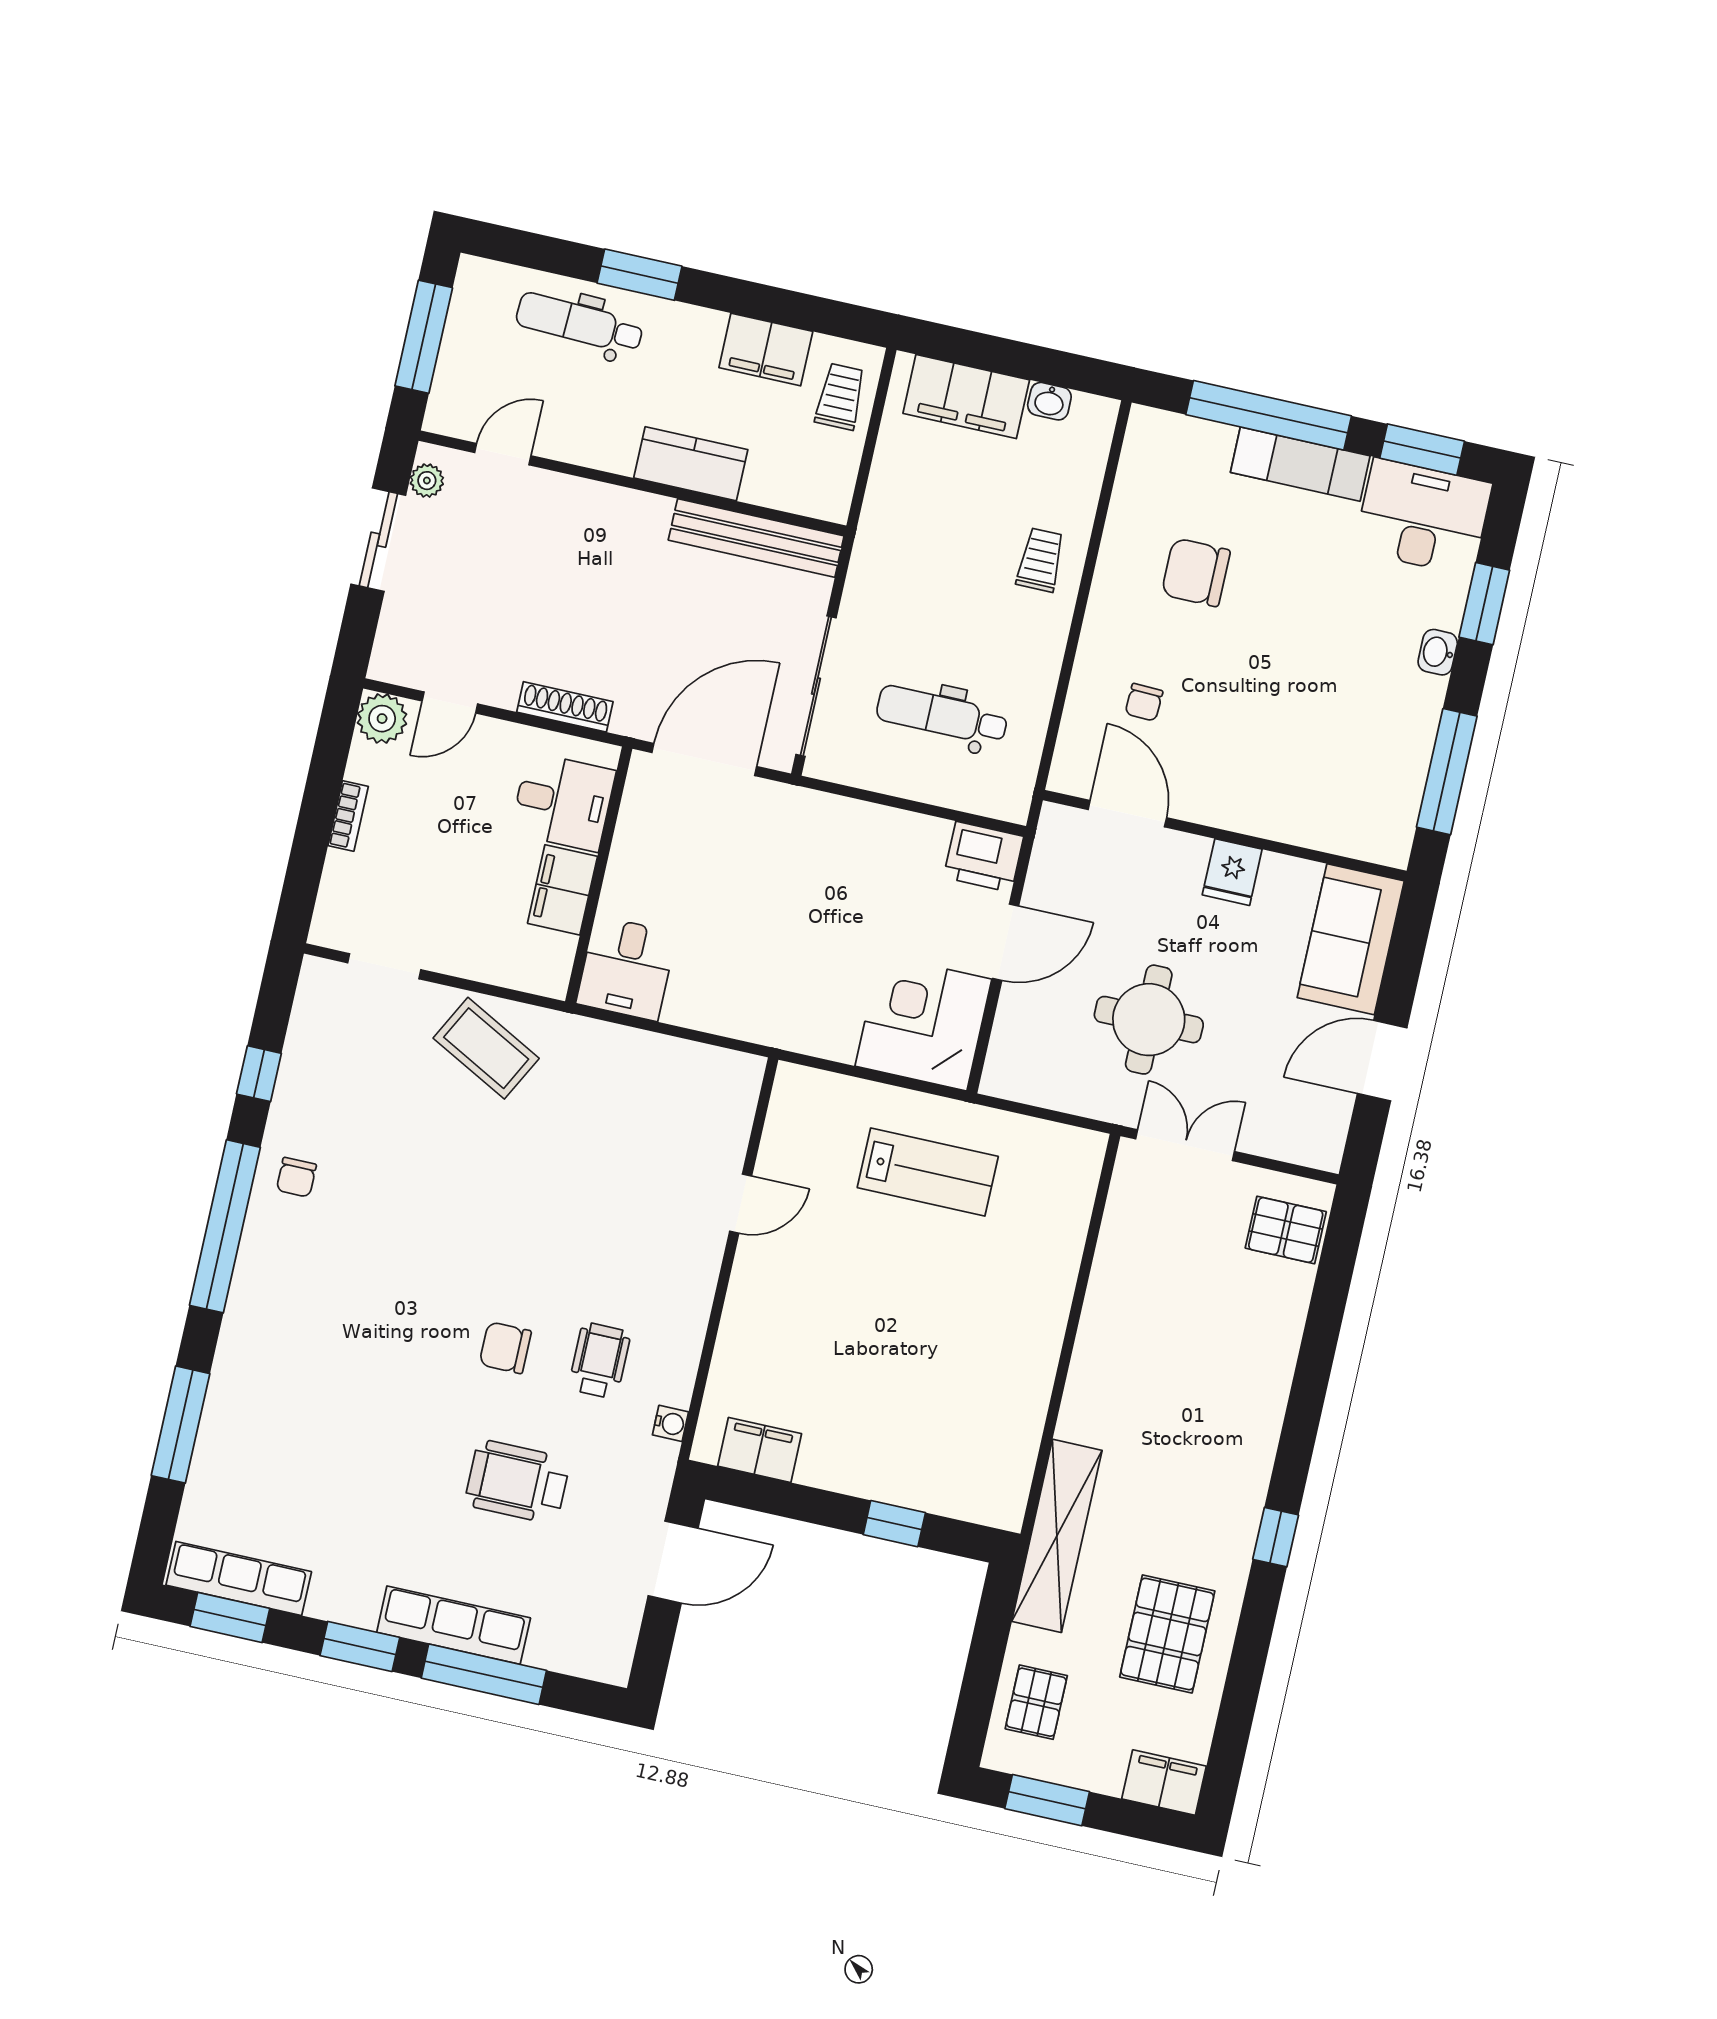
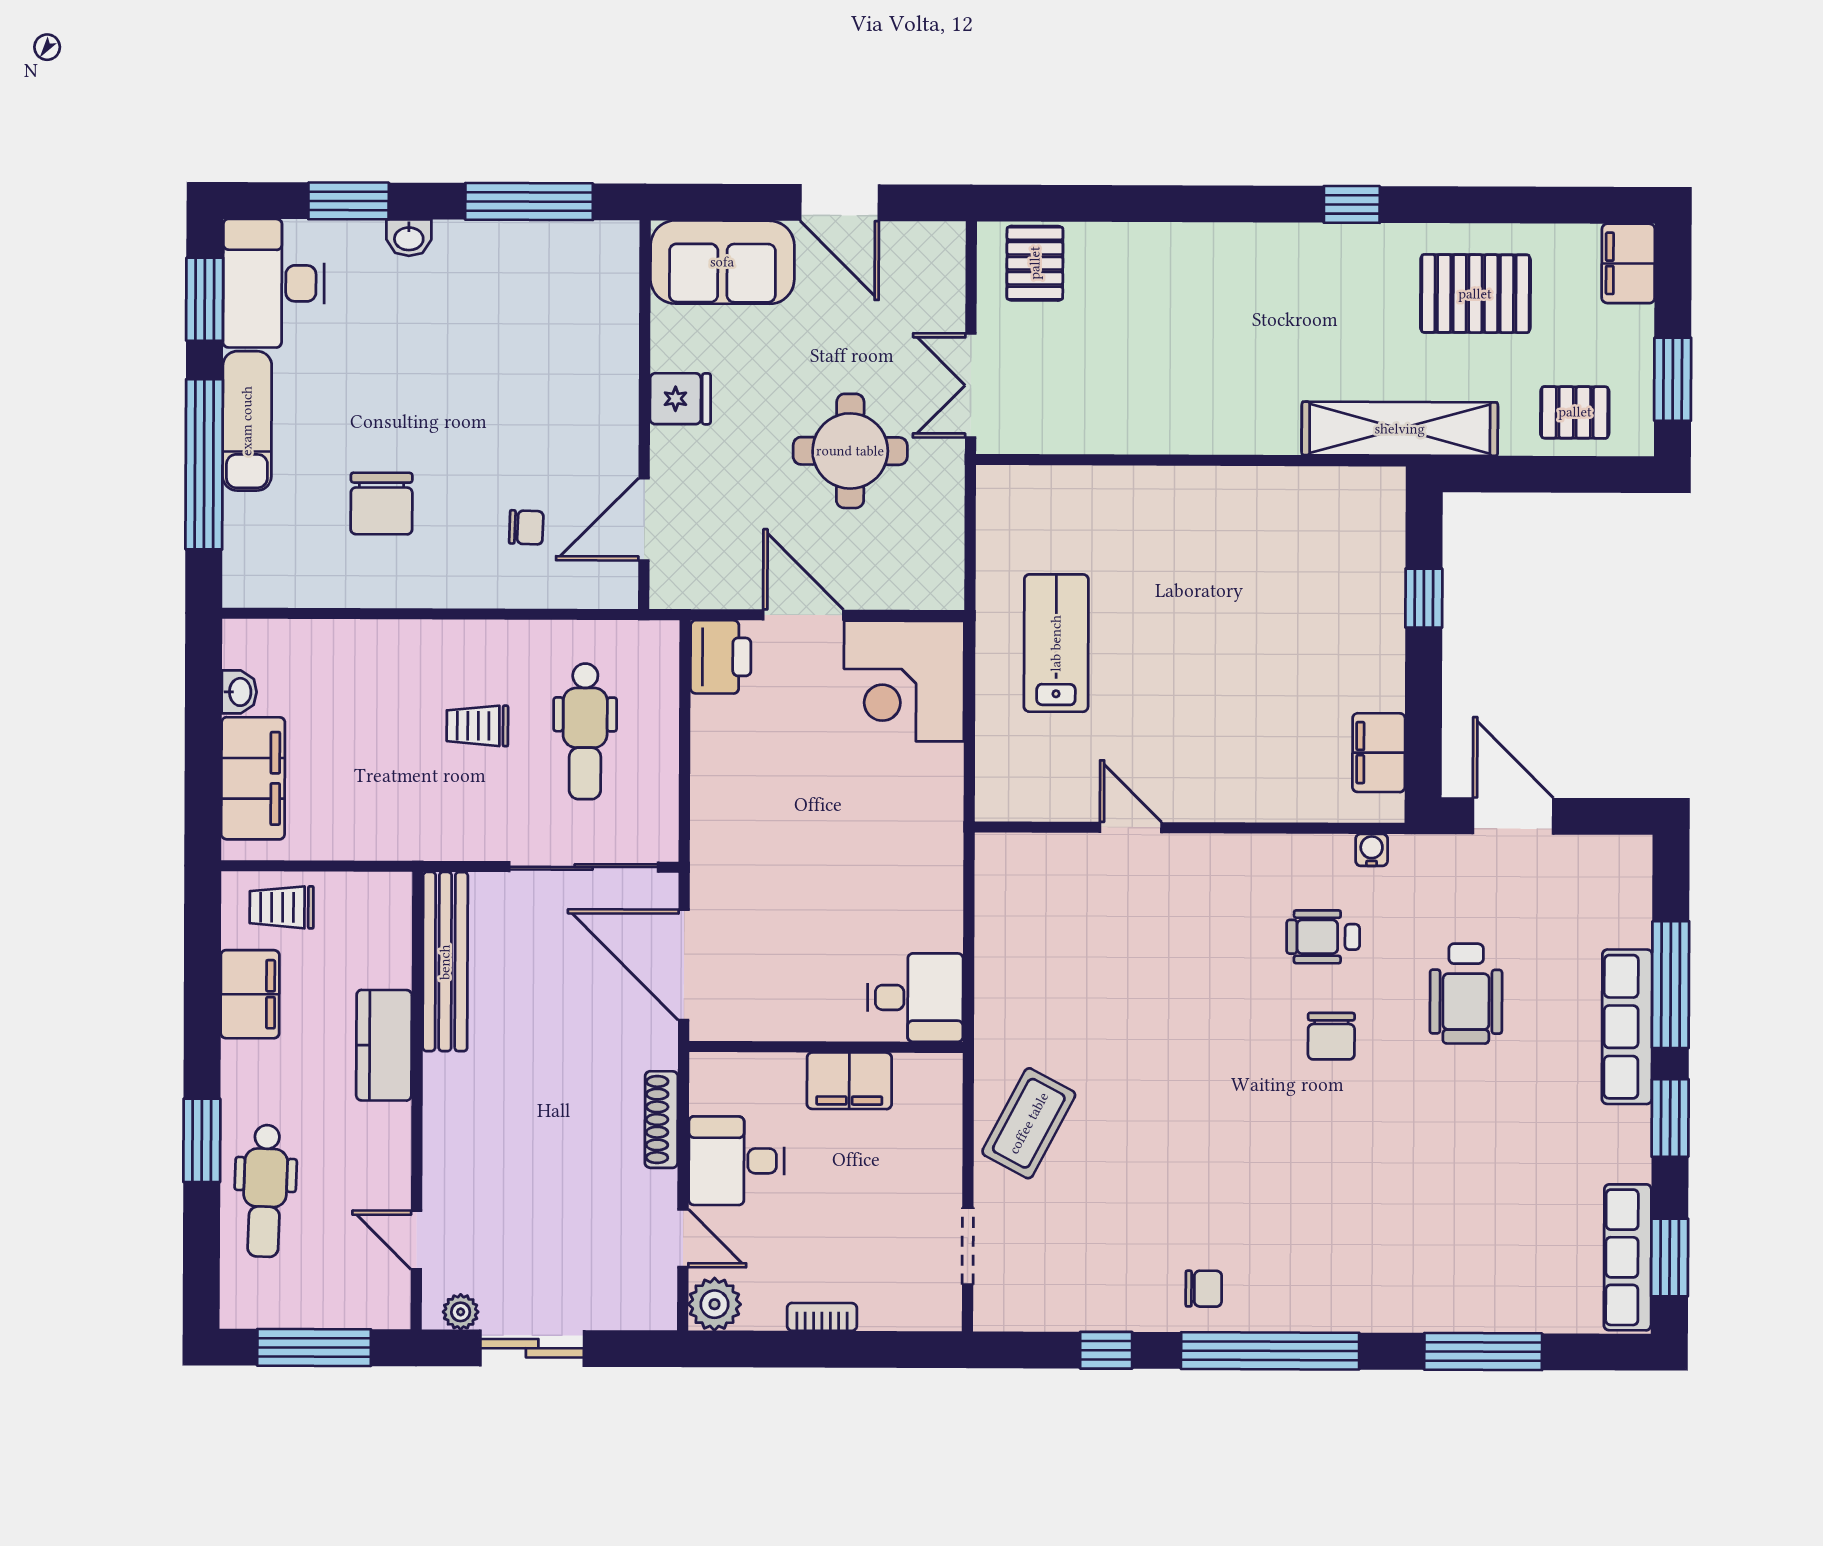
trolley: (1040, 560) -> (477, 726), moved
desk: (563, 802) -> (736, 1161), moved, turned -90

